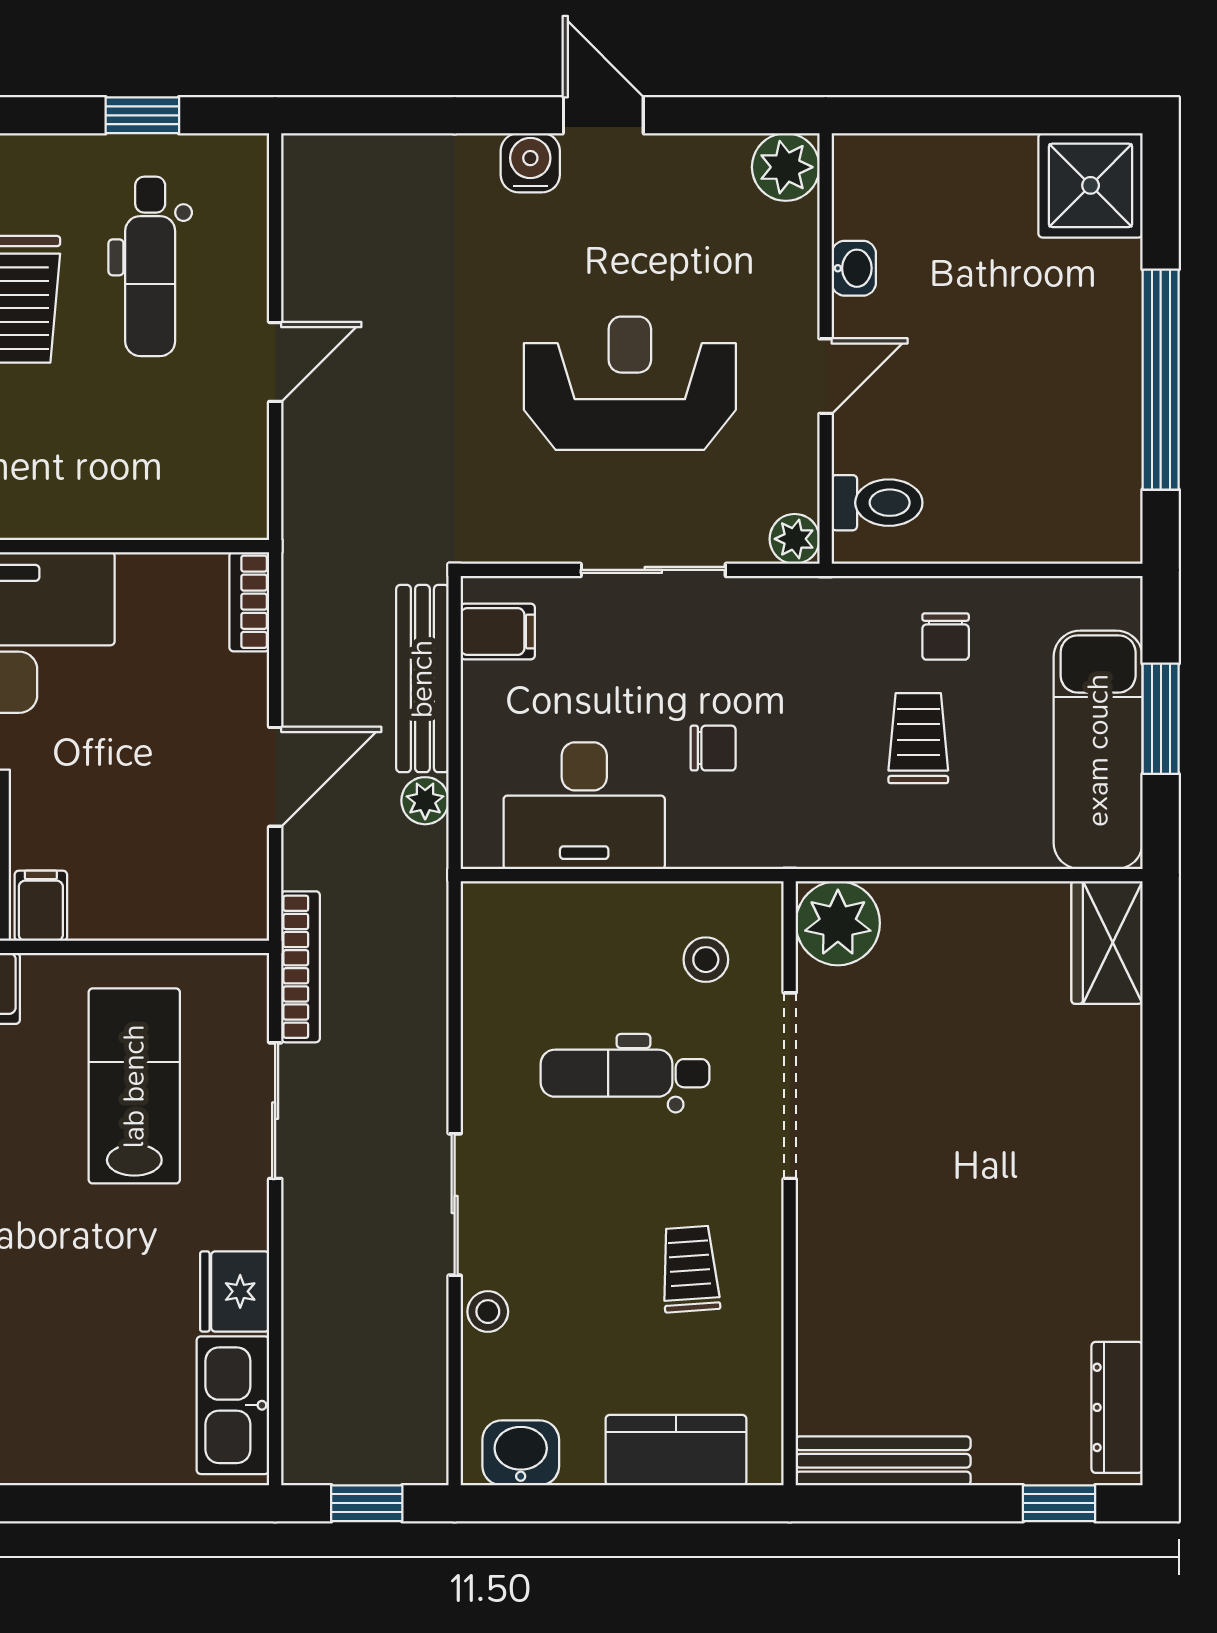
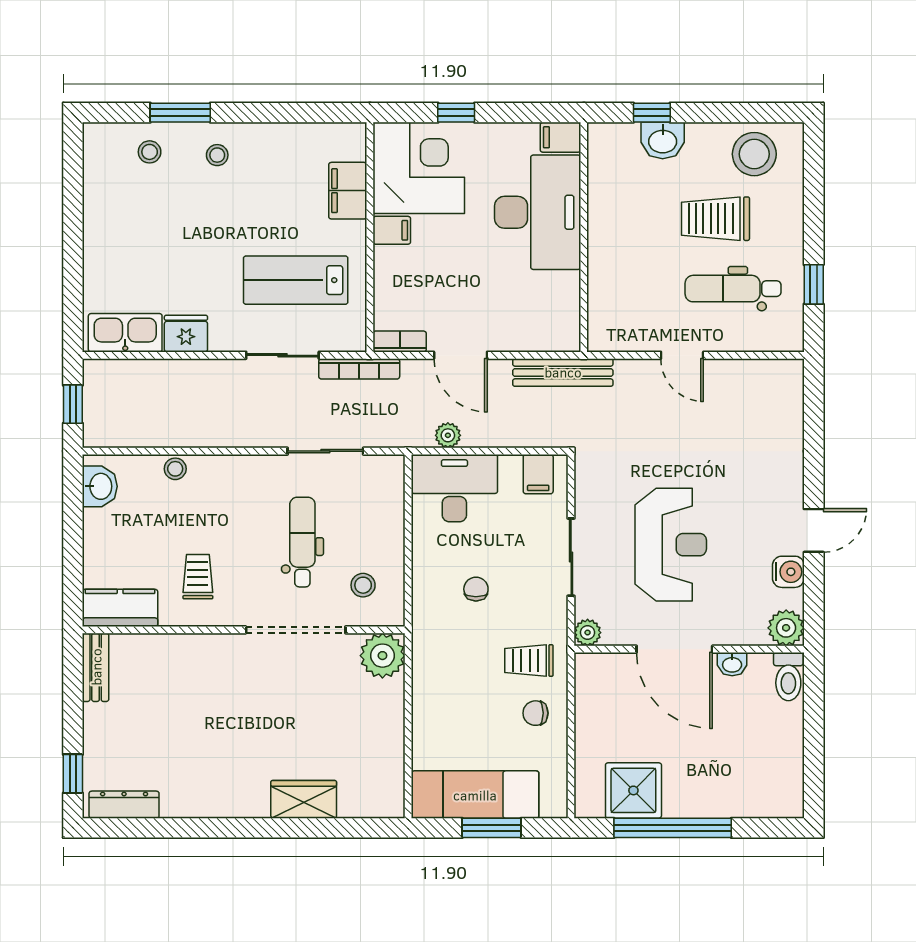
water cooler: (530, 163) -> (788, 572), moved
shower: (1091, 185) -> (633, 790), moved
door: (826, 376) -> (674, 649), width x1.88
toilet: (877, 503) -> (788, 677), moved
bookcase: (249, 602) -> (400, 342), moved
bench: (422, 679) -> (563, 372), moved
trolley: (918, 738) -> (529, 660), moved, turned 180
chair: (713, 748) -> (476, 589), turned 180
desk: (584, 806) -> (454, 488), moved, turned 90
wardrobe: (1107, 942) -> (304, 799), moved
lab bench: (134, 1086) -> (296, 280), turned 180
sliding door: (455, 1205) -> (325, 451), moved
trolley: (690, 1269) -> (198, 577), turned -86
kitchen counter: (676, 1450) -> (120, 608), moved, turned -90
bench: (883, 1461) -> (96, 667), width x0.73

